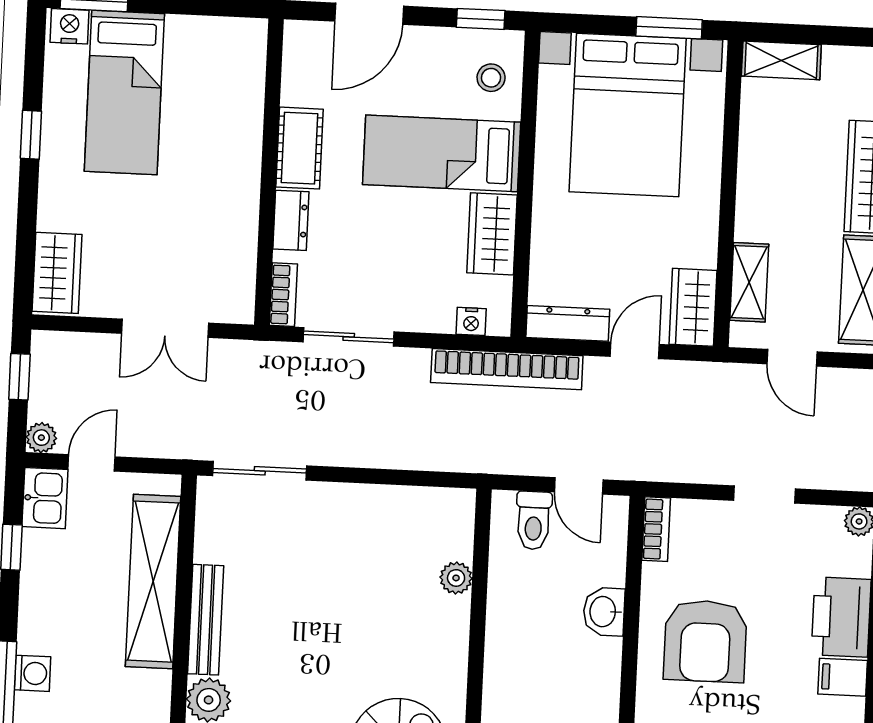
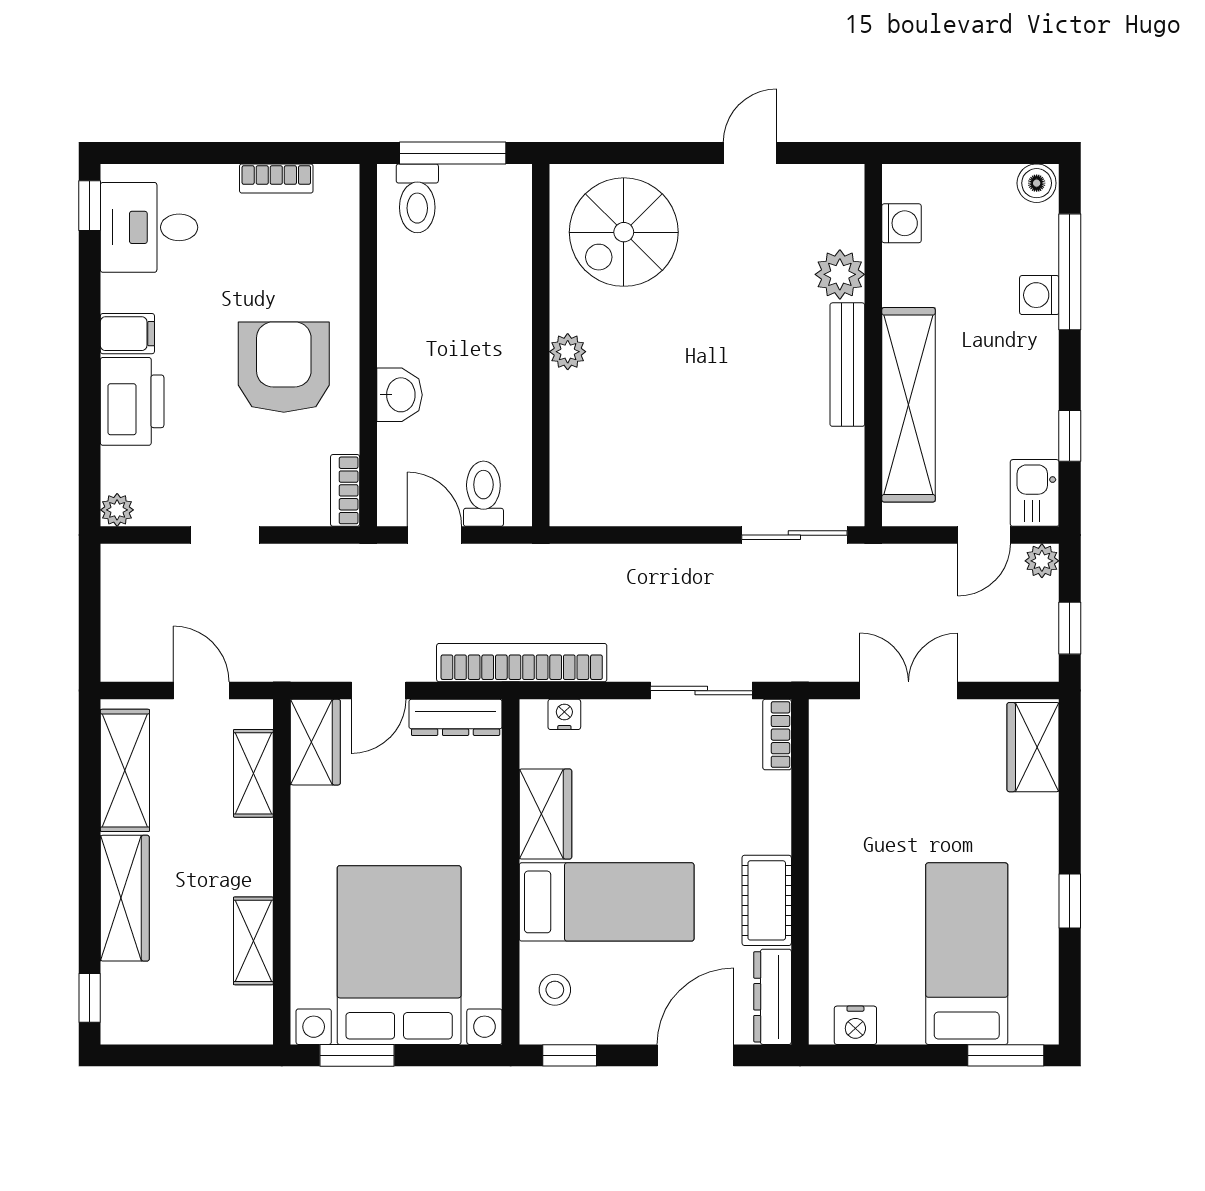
nightstand: (69, 26) -> (855, 1025), moved
shelving: (781, 60) -> (253, 941), moved, turned 90
dresser: (291, 220) -> (773, 997), moved, width x1.44
plant: (456, 578) -> (568, 352), moved

